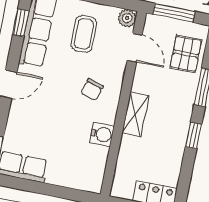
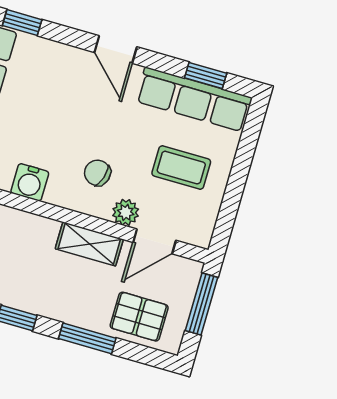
plant: (127, 18) -> (126, 212), moved
shelving: (135, 114) -> (89, 244), moved

